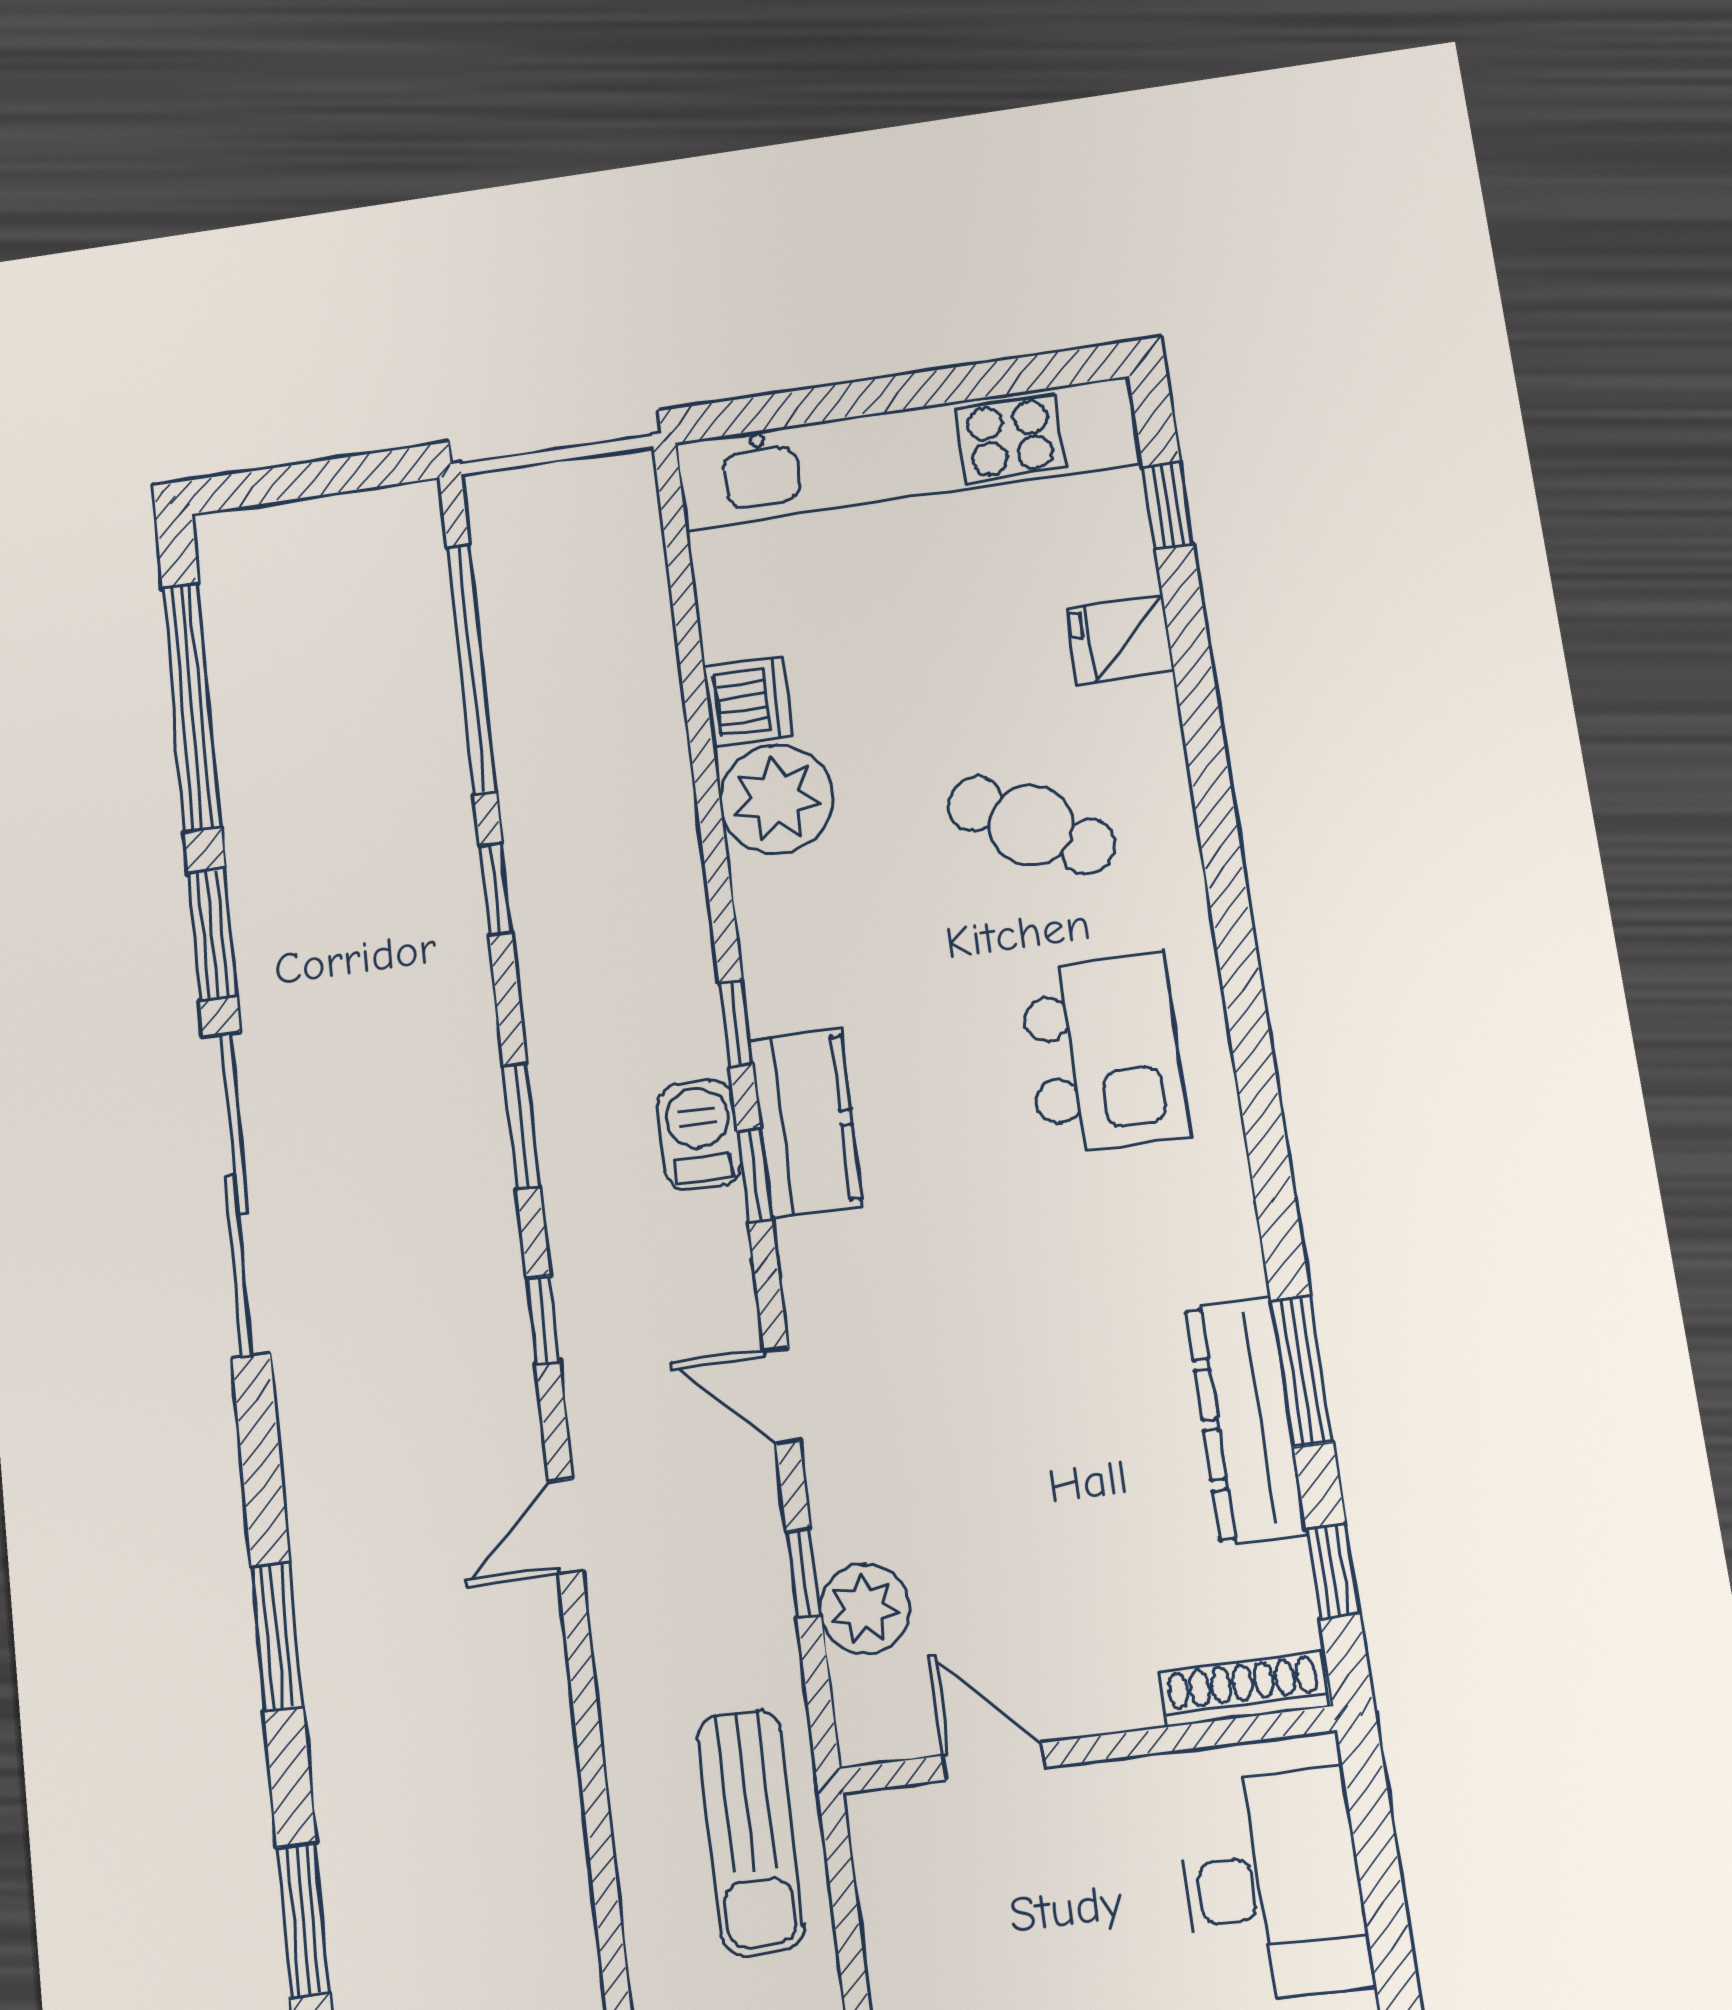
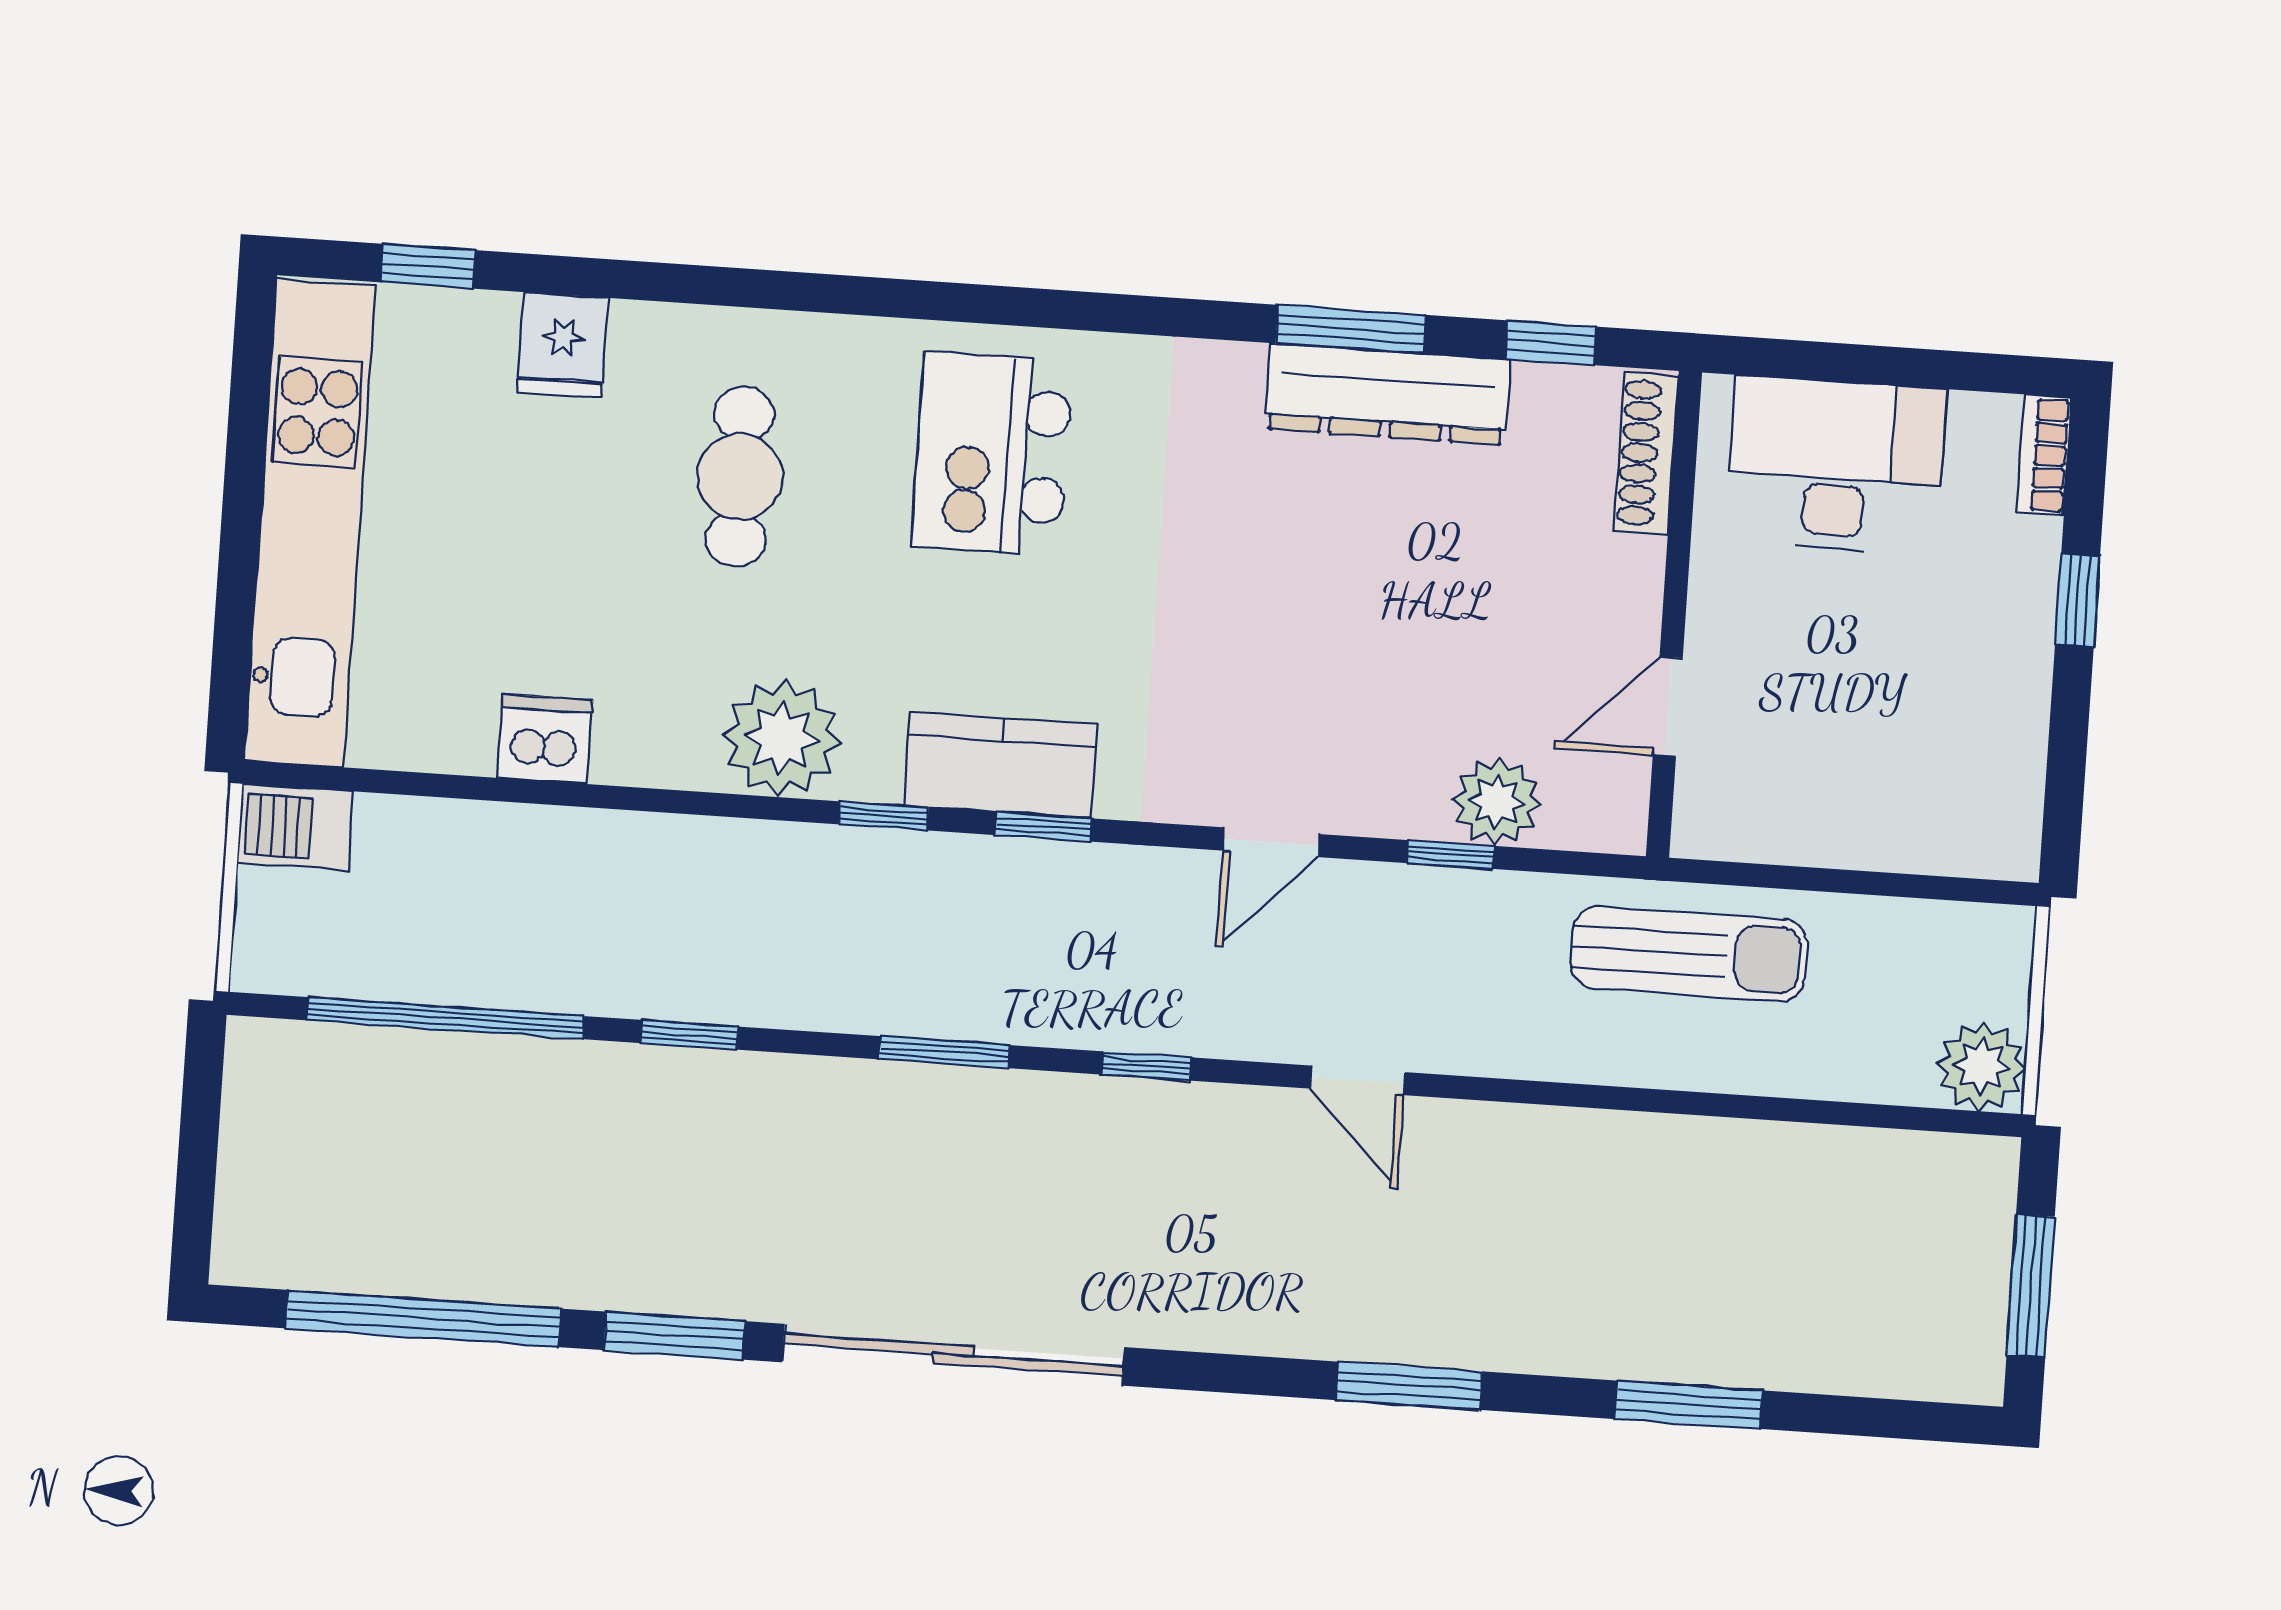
plant: (776, 799) -> (782, 738), moved
cafe table: (1031, 825) -> (740, 477), turned -30
kitchen island: (1104, 1053) -> (992, 454), turned -90
barbecue: (699, 1135) -> (295, 827), moved

